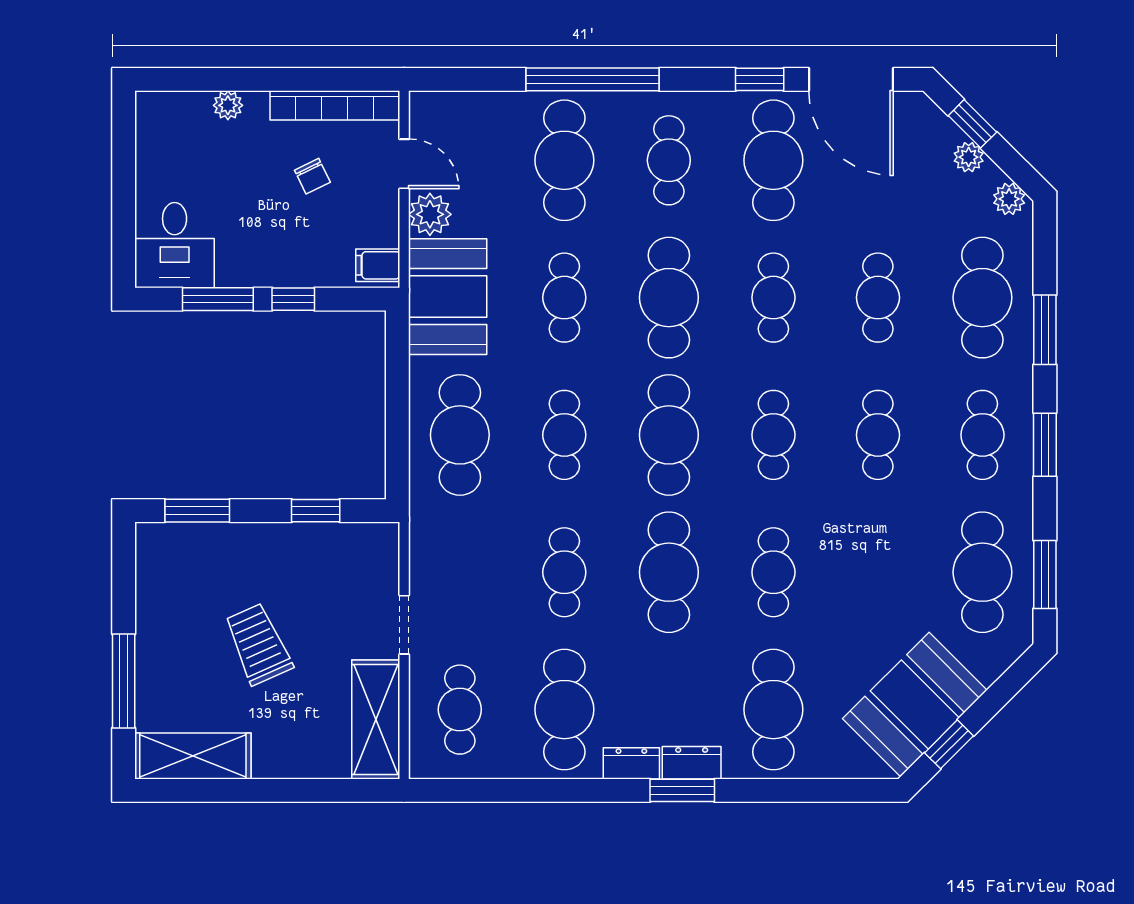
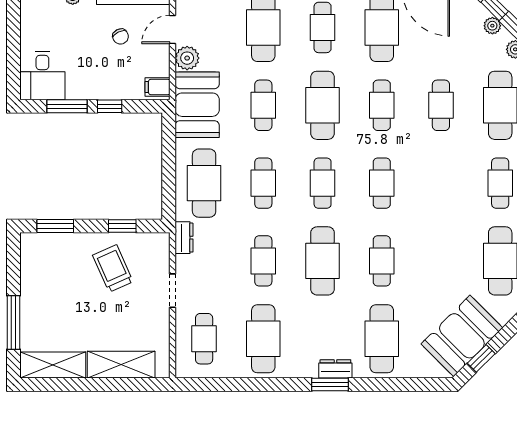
door: (404, 164) -> (173, 29), swing flipped
cafe table: (669, 435) -> (323, 183), width x0.73, depth x0.74
cafe table: (878, 435) -> (441, 183), removed
trolley: (258, 644) -> (113, 269), moved
shelving: (376, 720) -> (121, 365), moved, turned 90
dresser: (631, 763) -> (184, 238), moved, turned 90

